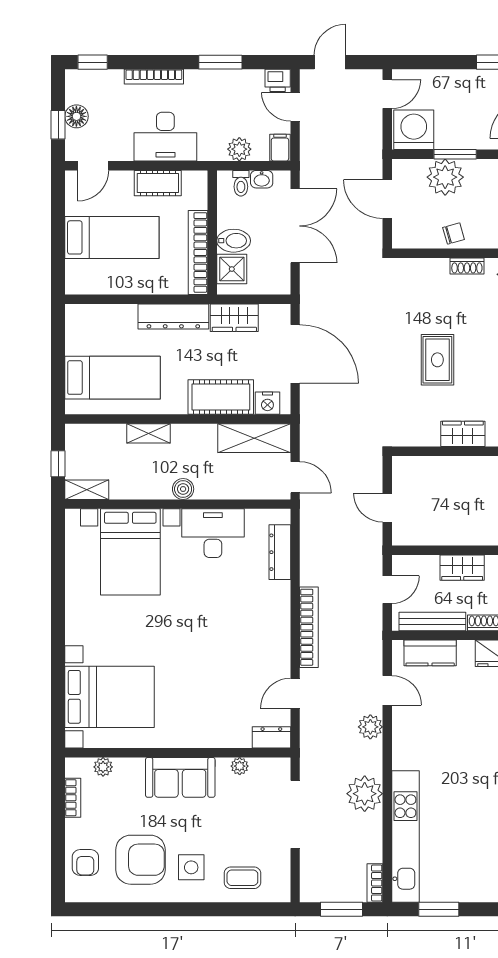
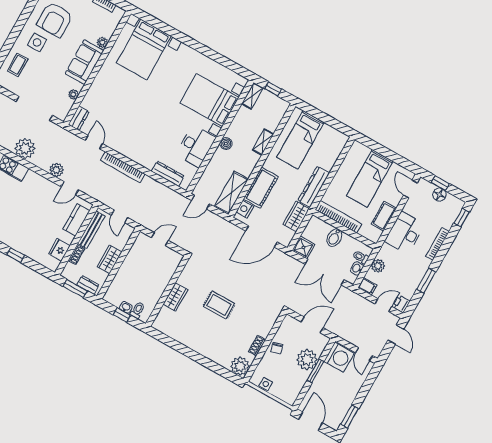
shower: (232, 269) -> (303, 247), moved
plant: (103, 767) -> (102, 42), moved

